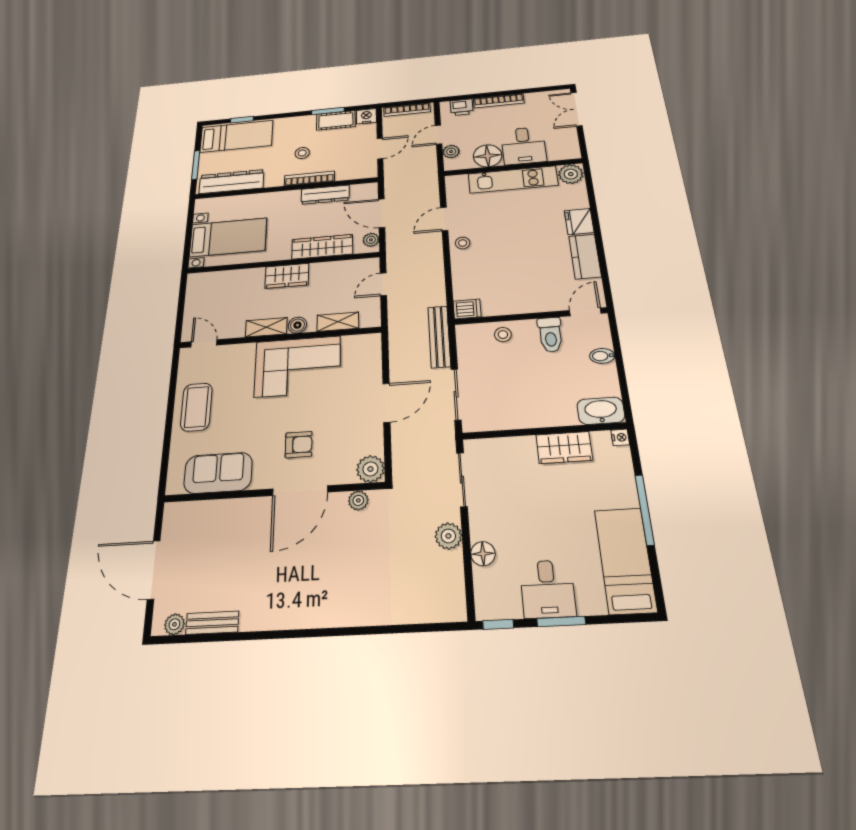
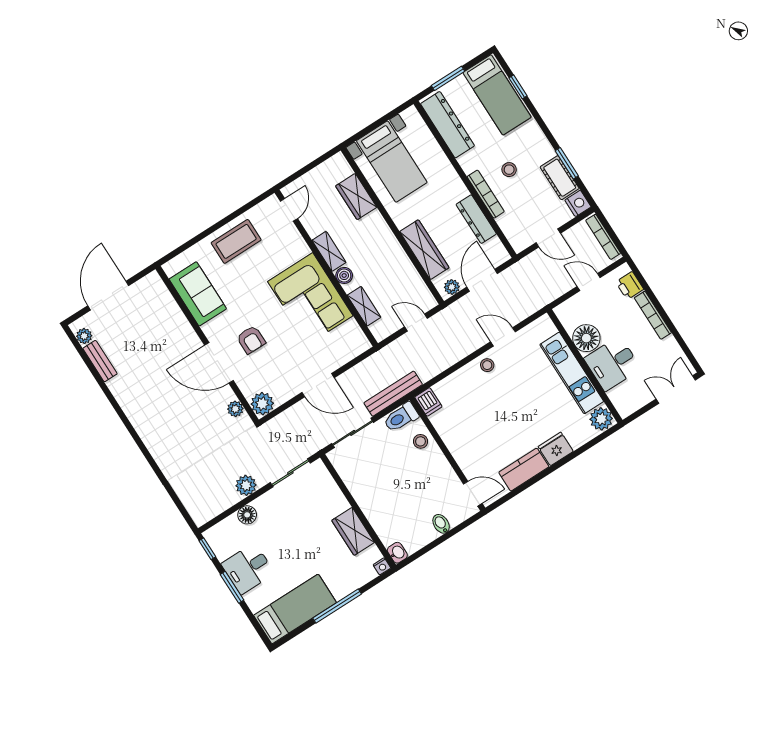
plant: (451, 152) -> (576, 304), removed
wardrobe: (287, 276) -> (356, 197), moved
toilet: (550, 335) -> (401, 417), moved
washbasin: (601, 411) -> (397, 553), width x0.52, depth x0.69

